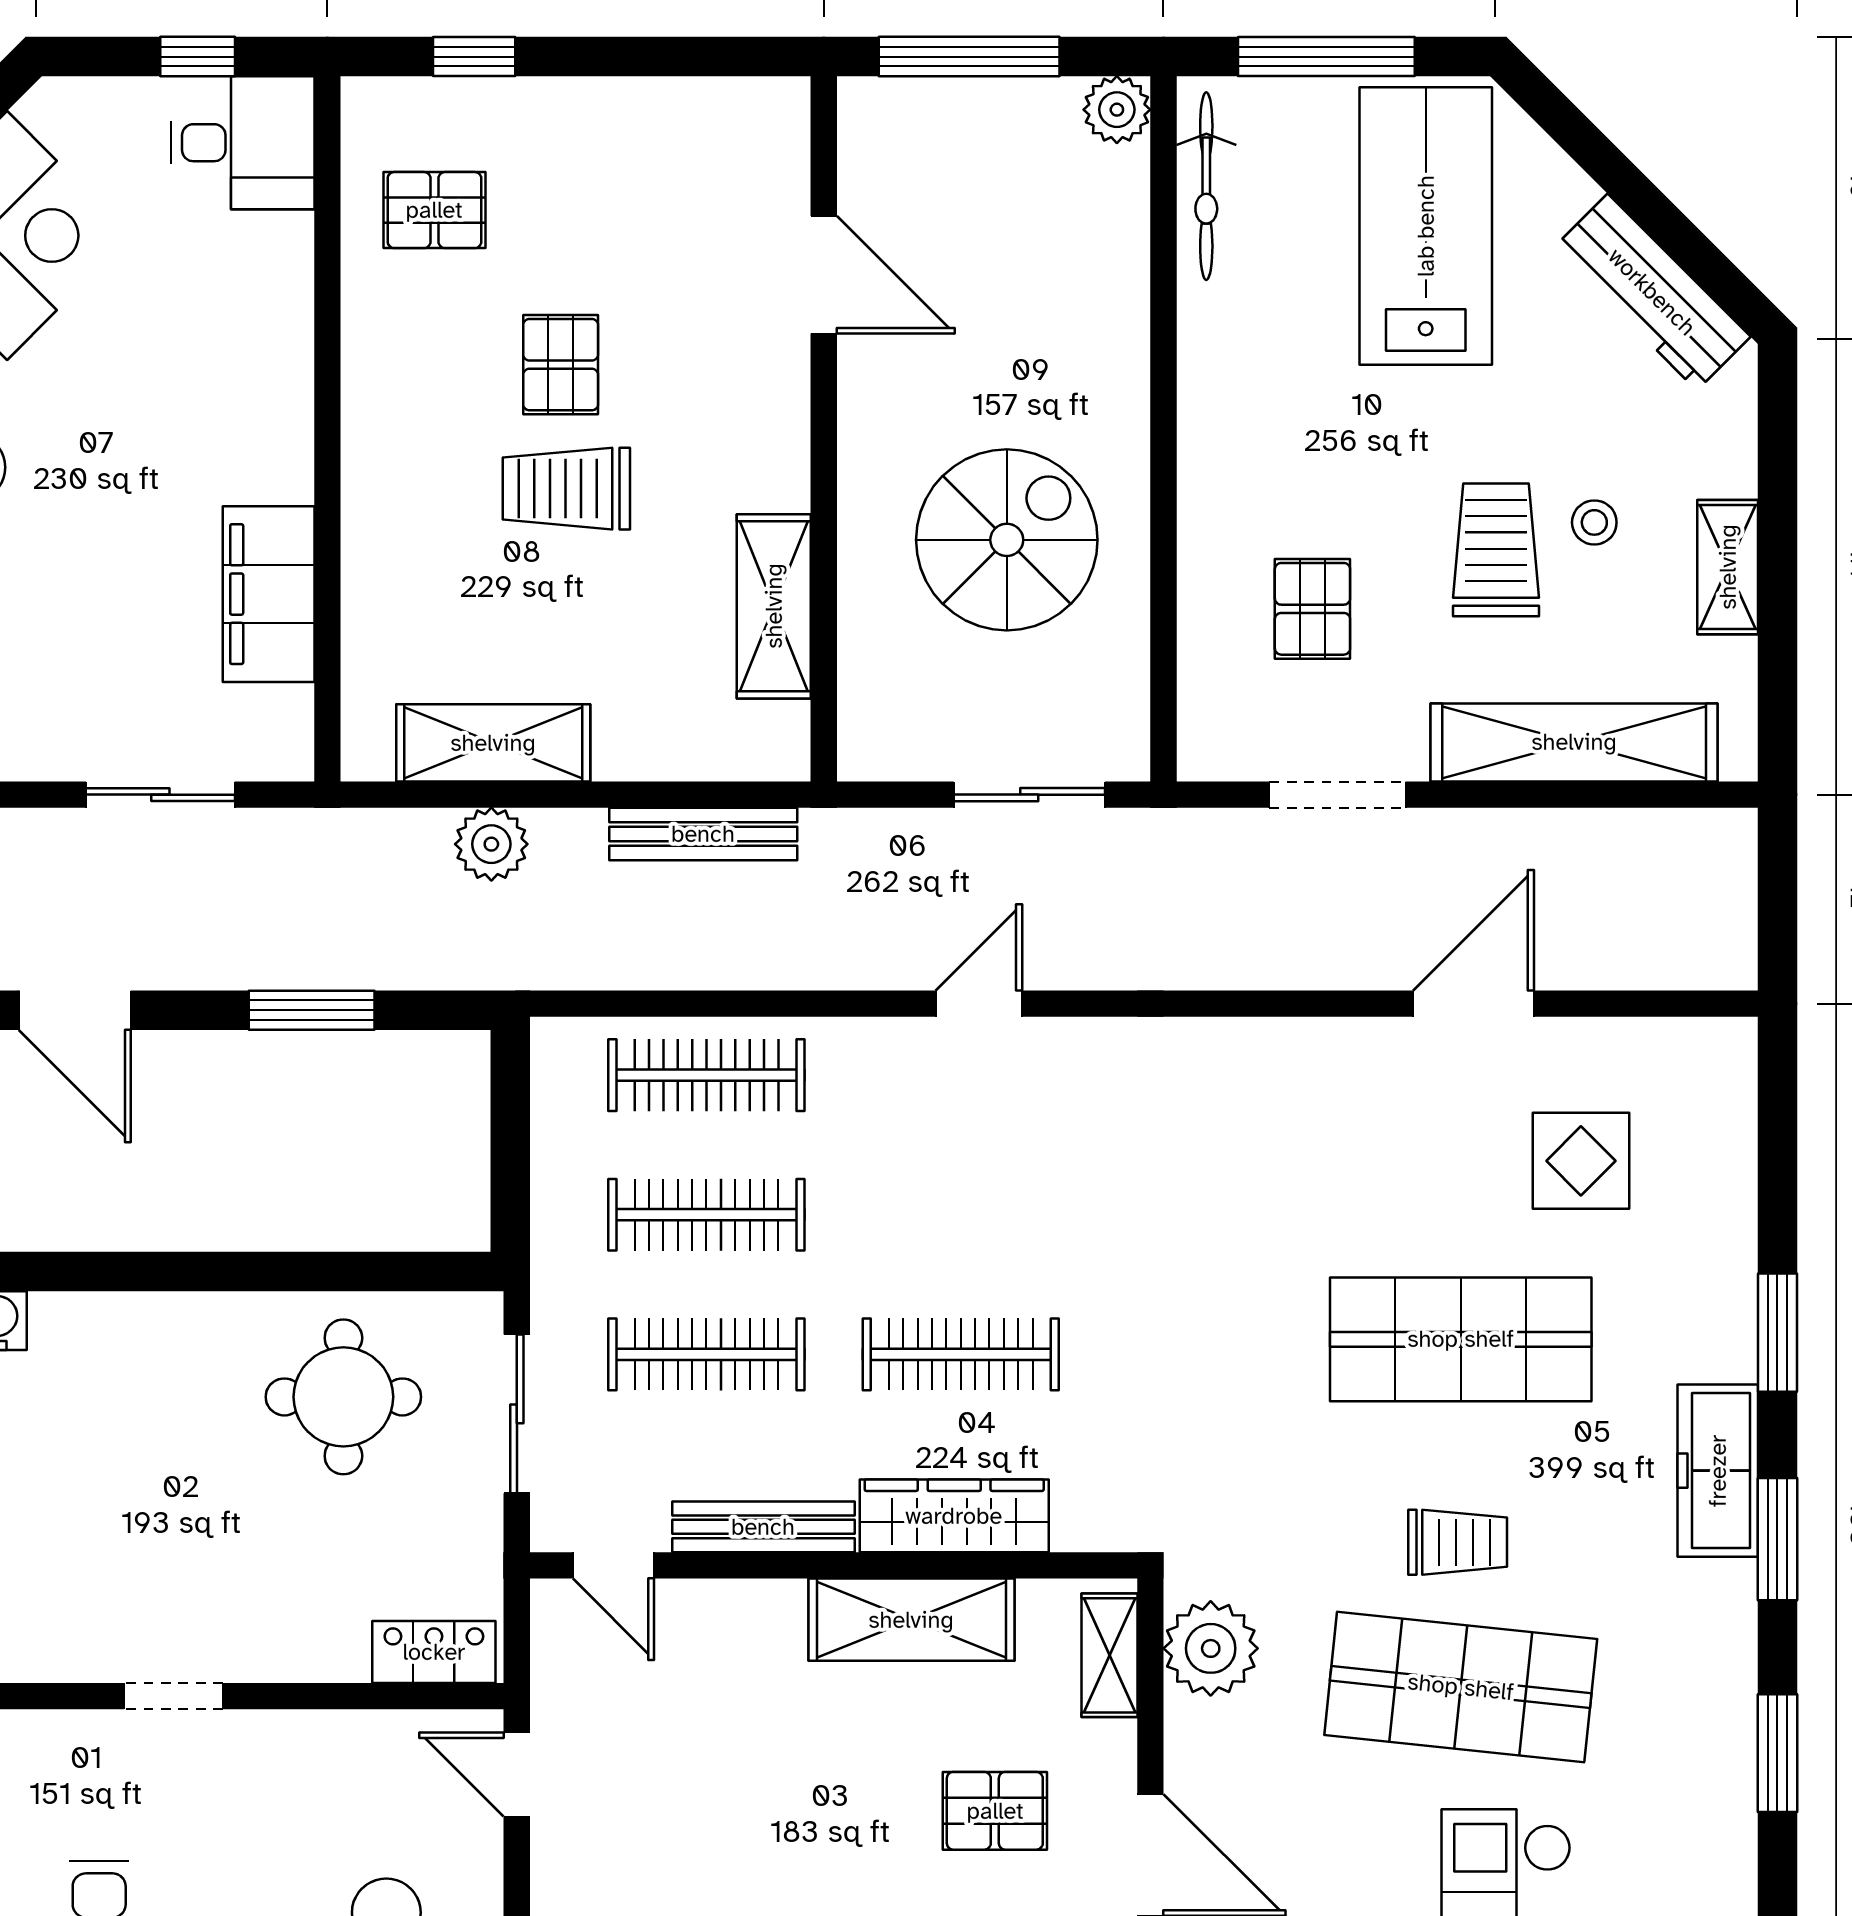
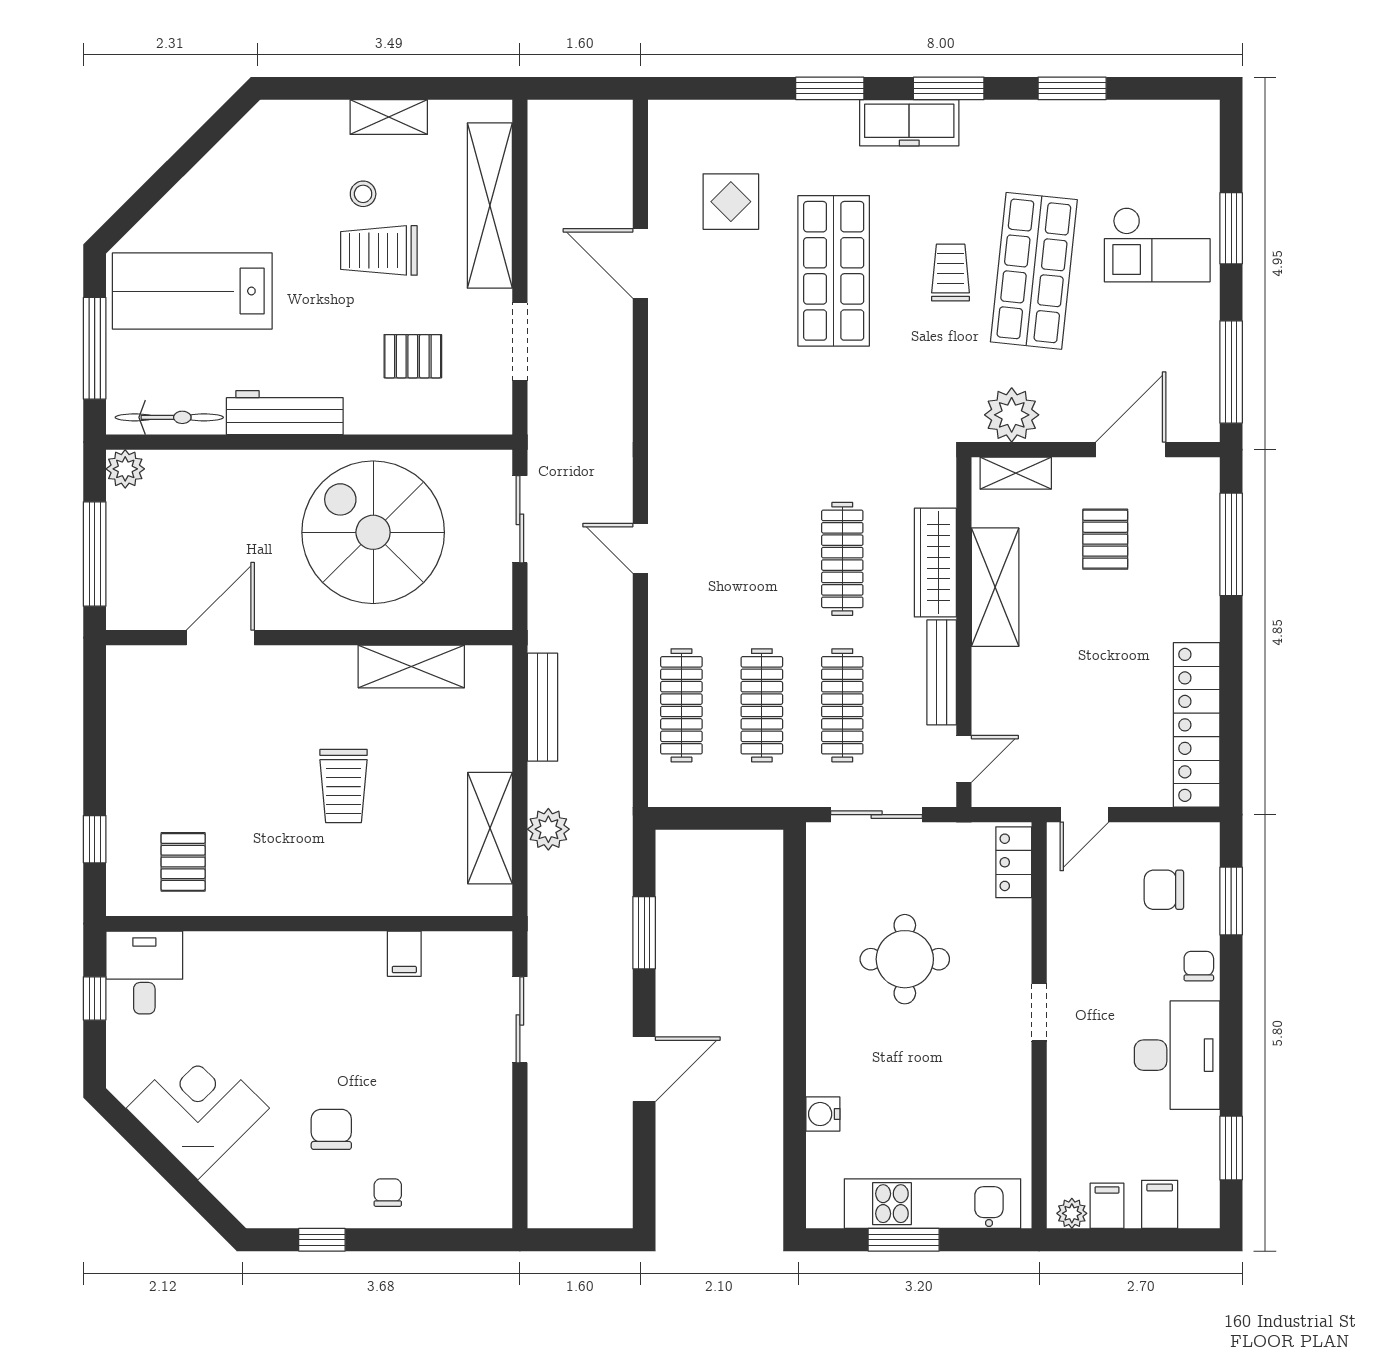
workbench: (1652, 292) -> (285, 413), moved, turned -135
pallet: (561, 365) -> (272, 789), removed
spiral stairs: (1007, 540) -> (373, 532), width x1.37, depth x1.37
filing cabinet: (269, 594) -> (404, 954), width x0.33, depth x0.86
round table: (343, 1397) -> (905, 959), moved

